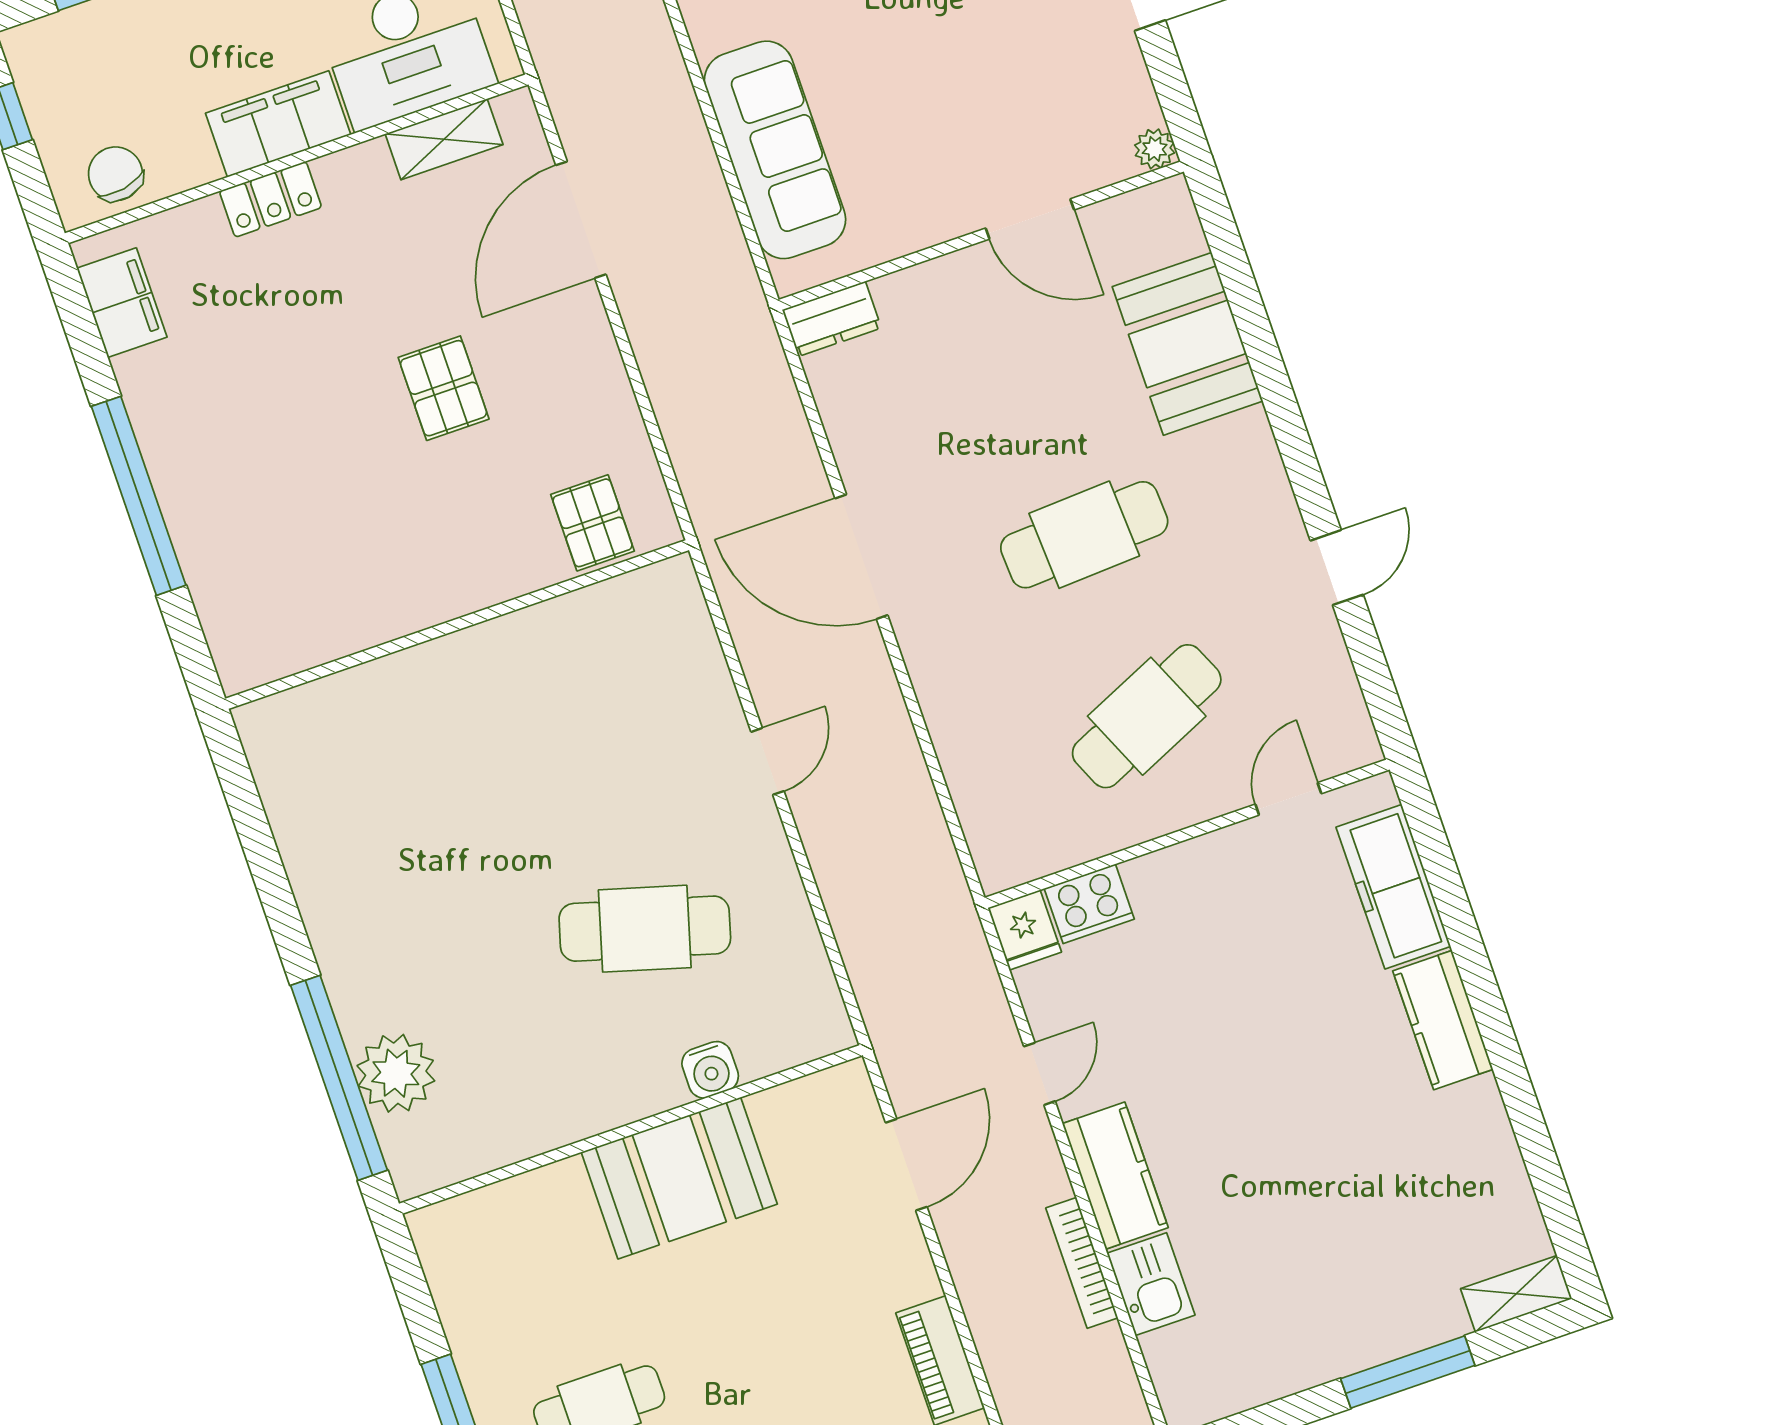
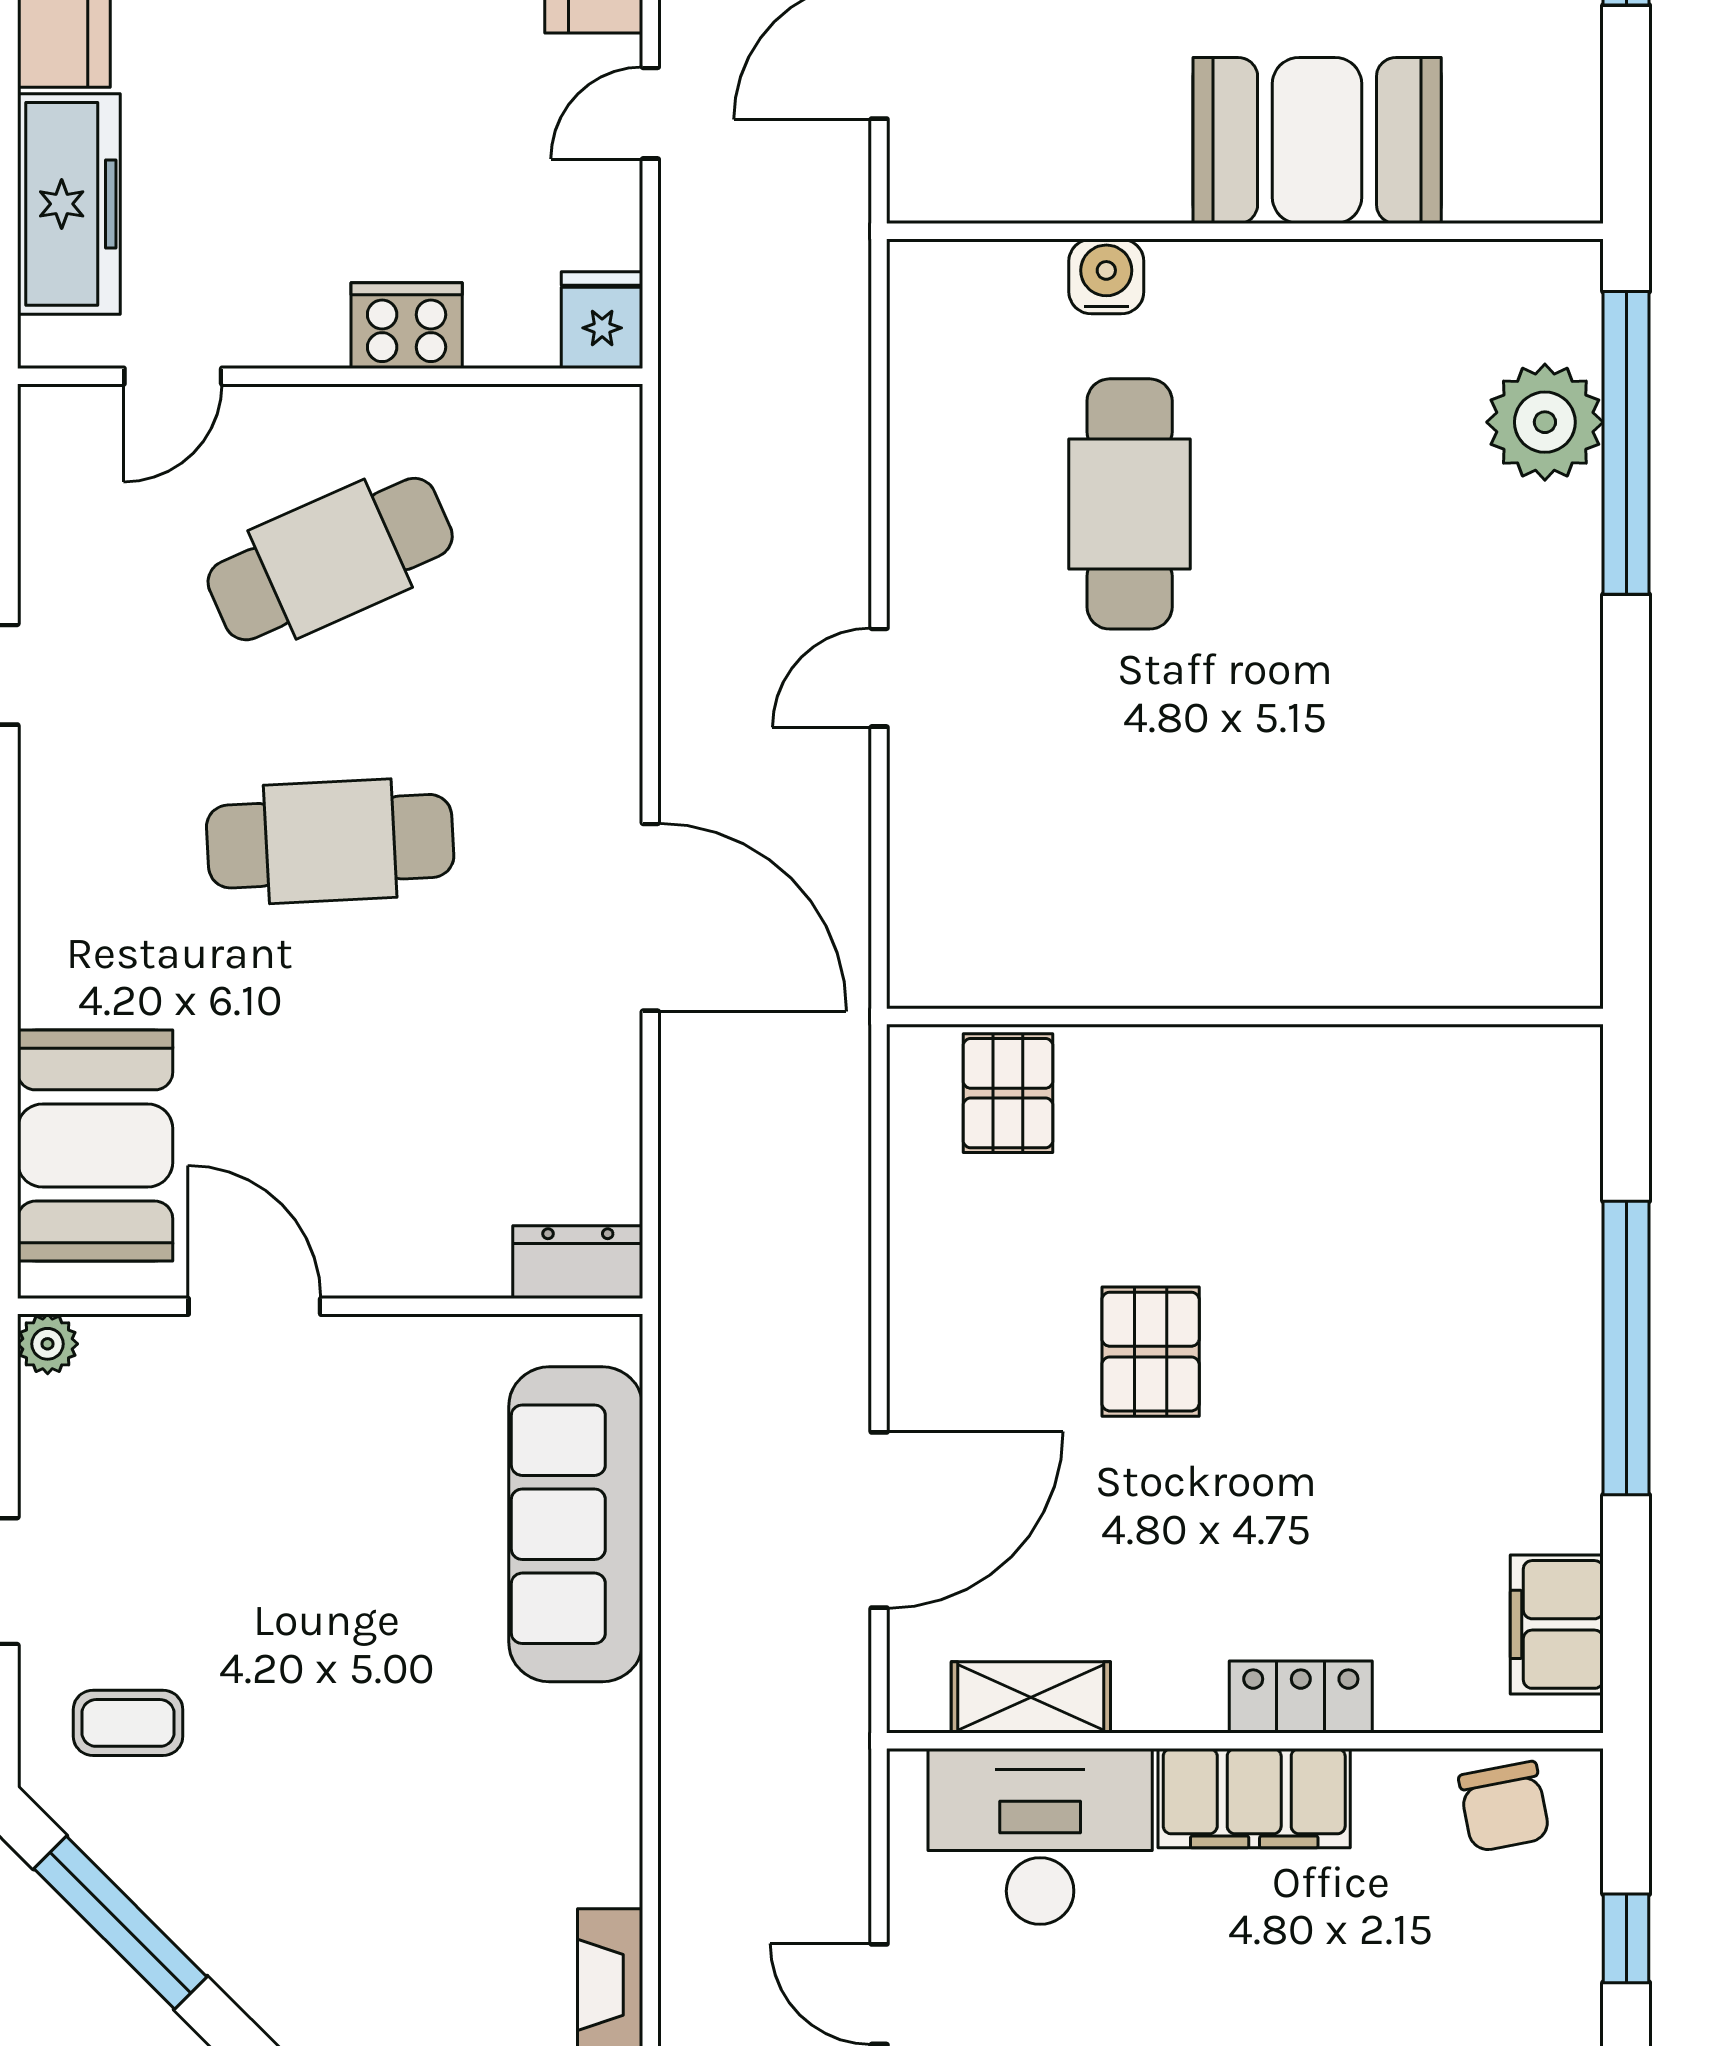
booth: (1188, 344) -> (95, 1145), moved
cooker: (1089, 904) -> (407, 326), moved
cafe table: (645, 929) -> (1130, 504), turned 74
booth: (679, 1178) -> (1317, 141), moved

